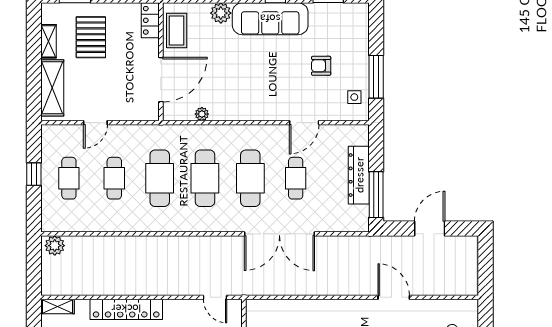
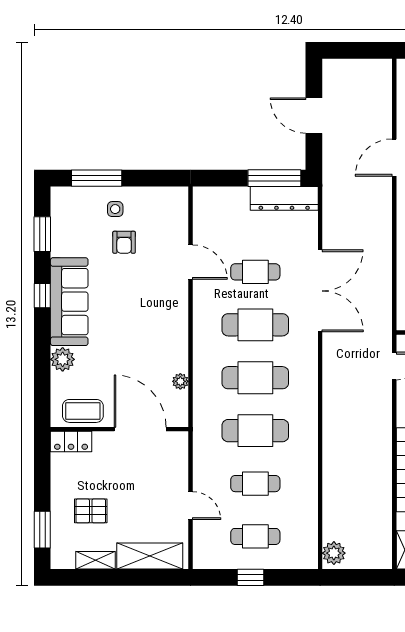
pallet: (91, 37) -> (91, 511), width x0.67, depth x0.71
window: (376, 77) -> (97, 178), moved
side table: (354, 97) -> (115, 209), moved
dresser: (359, 175) -> (284, 198), moved

